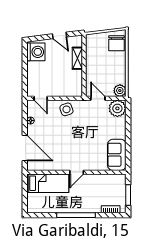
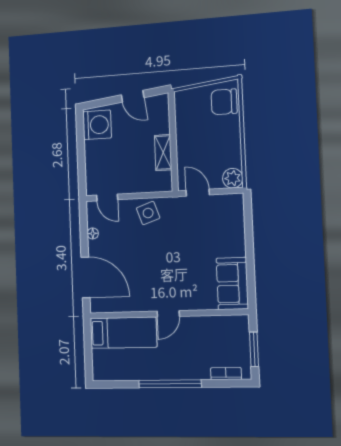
chair: (117, 43) -> (224, 102), turned 90
shelving: (77, 58) -> (163, 153), moved
plant: (117, 108) -> (230, 208), removed

